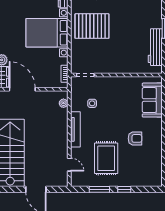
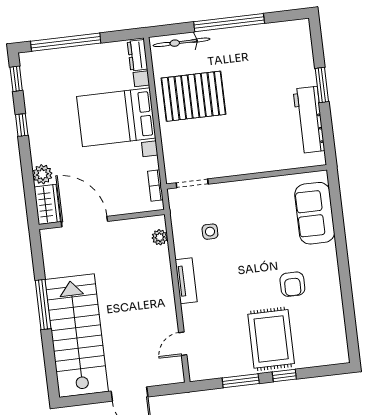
tv unit: (75, 129) -> (186, 281), width x0.71
armchair: (135, 138) -> (292, 284), turned 90
rug: (106, 158) -> (271, 339), moved
door: (69, 165) -> (183, 344), swing flipped

